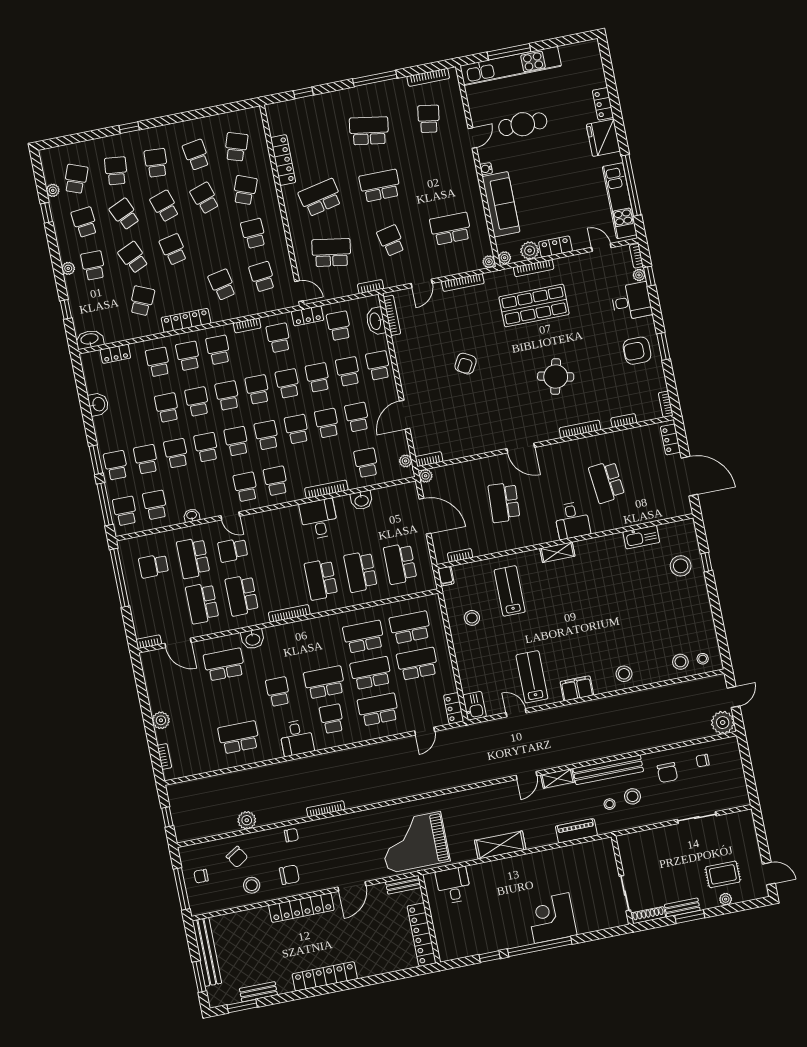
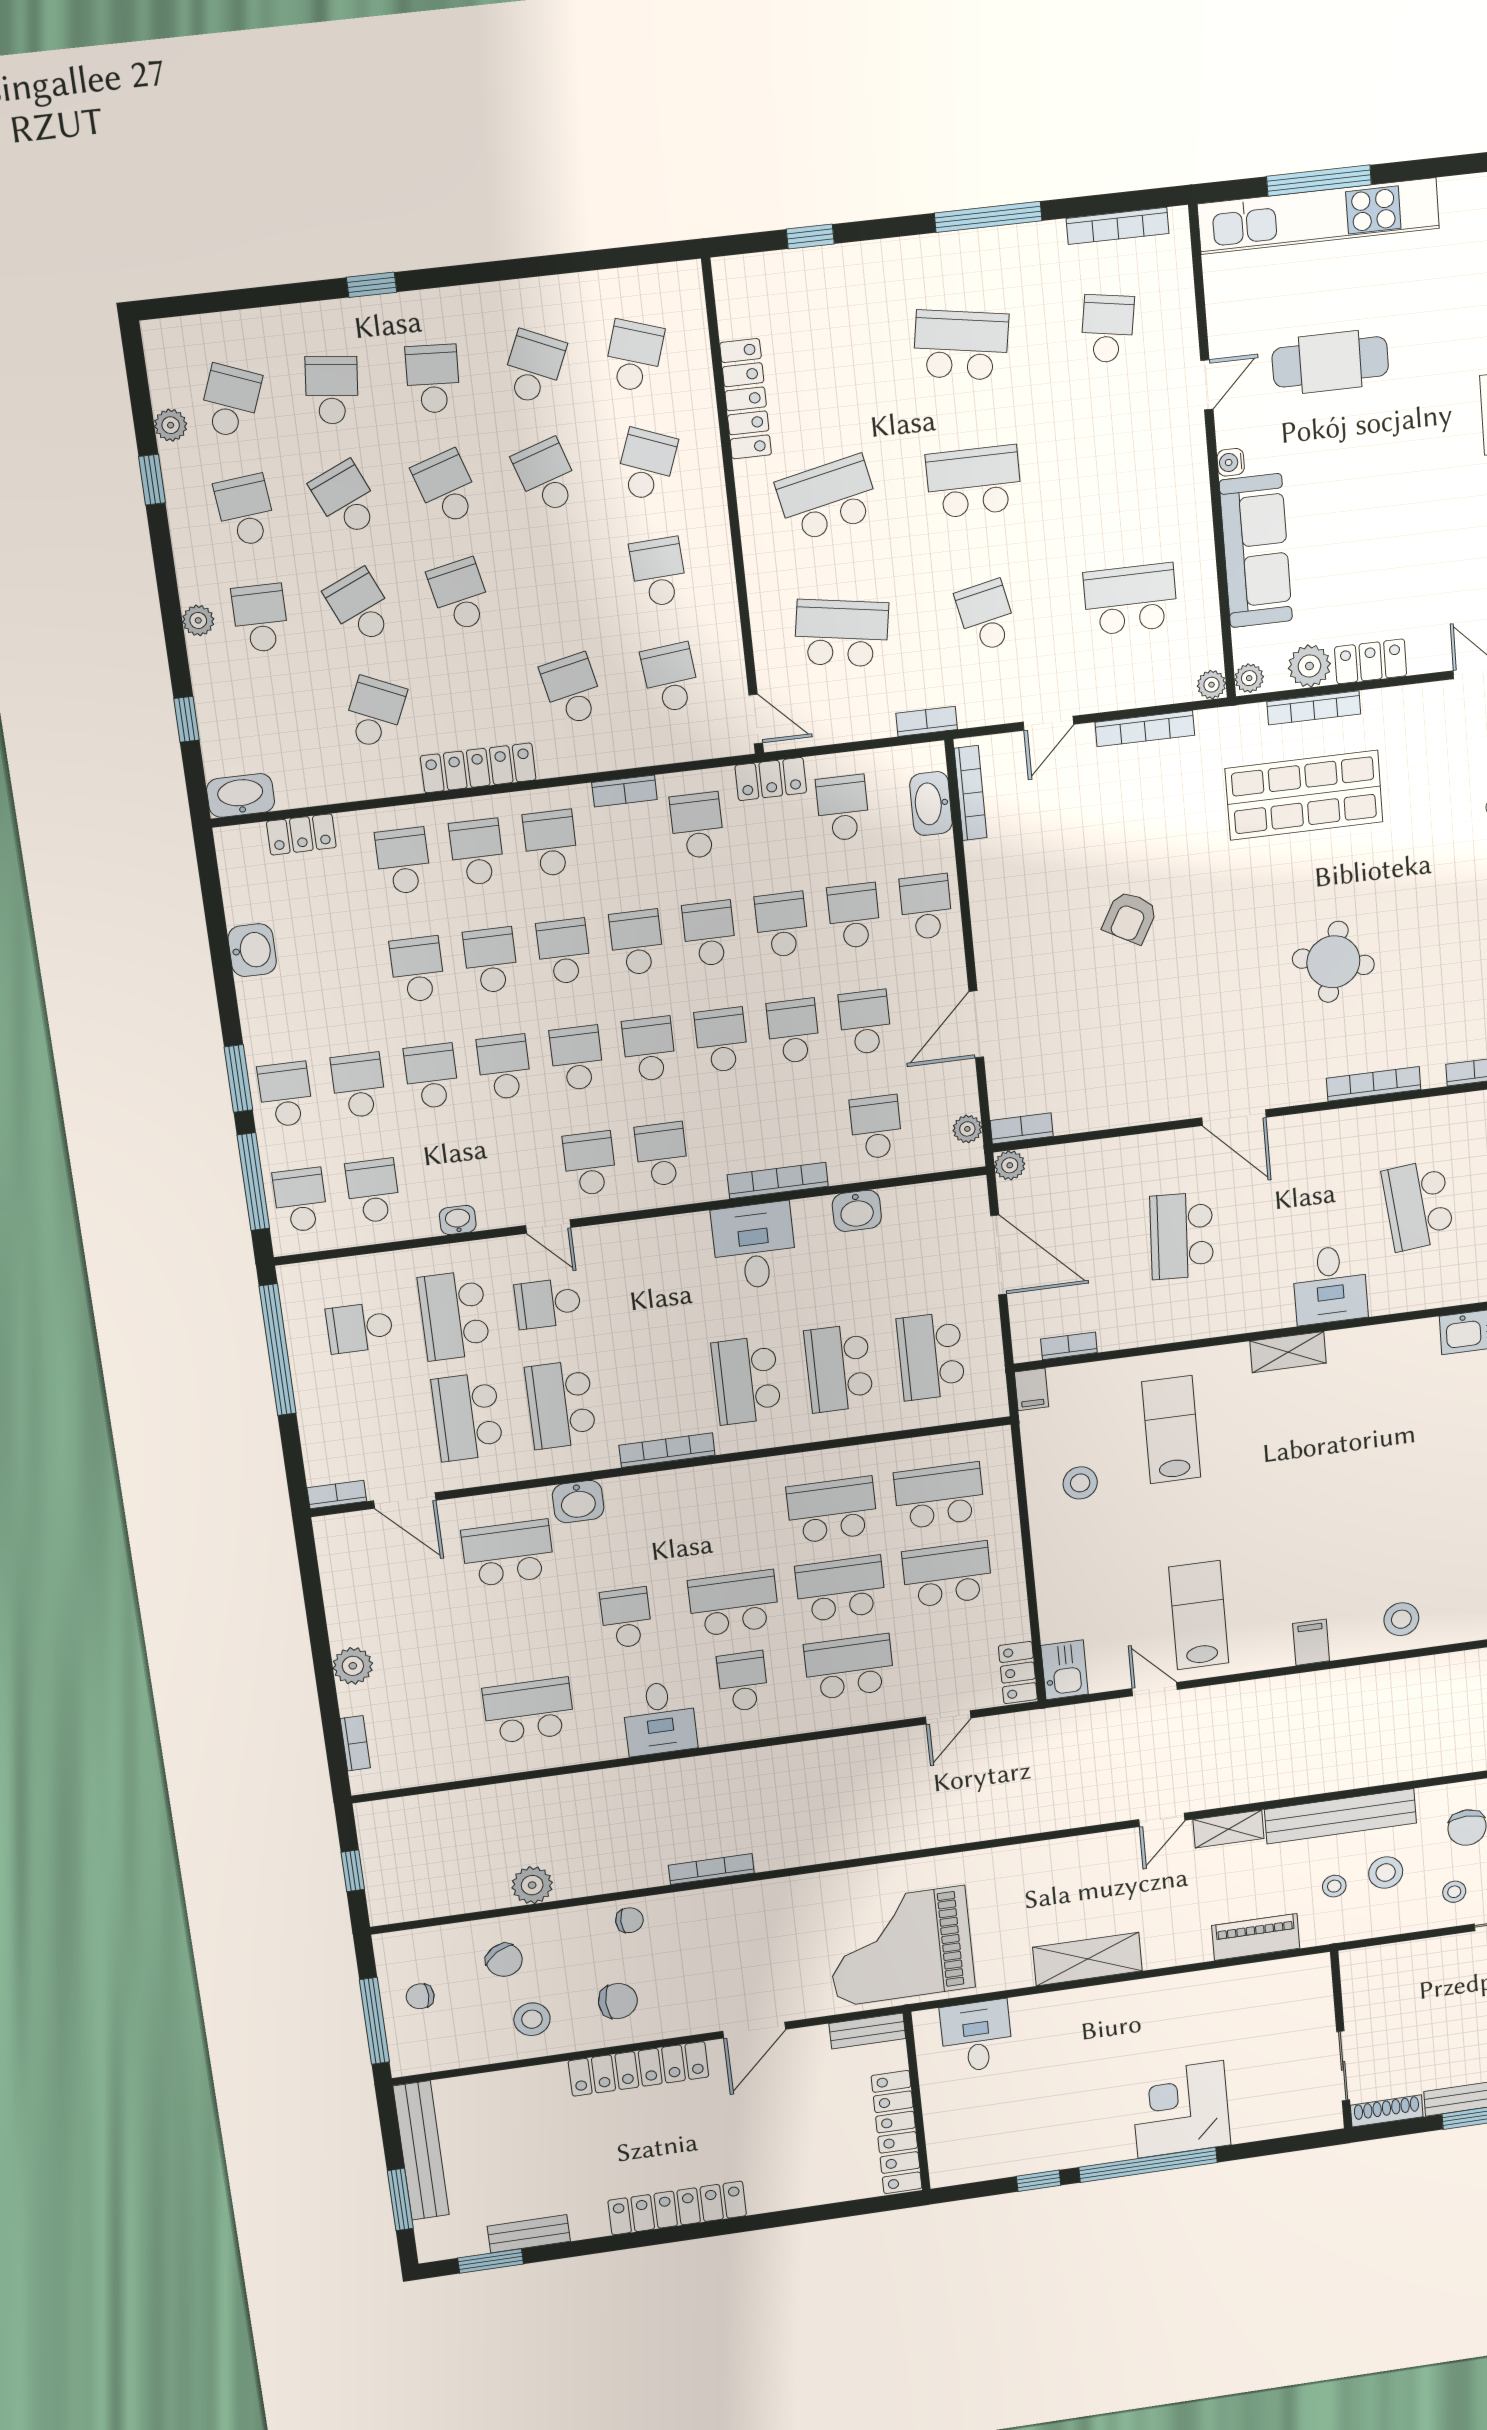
school desk: (196, 155) -> (533, 368), turned 33
filing cabinet: (577, 688) -> (1311, 1642), width x0.50
stool: (666, 804) -> (1454, 1892), added

